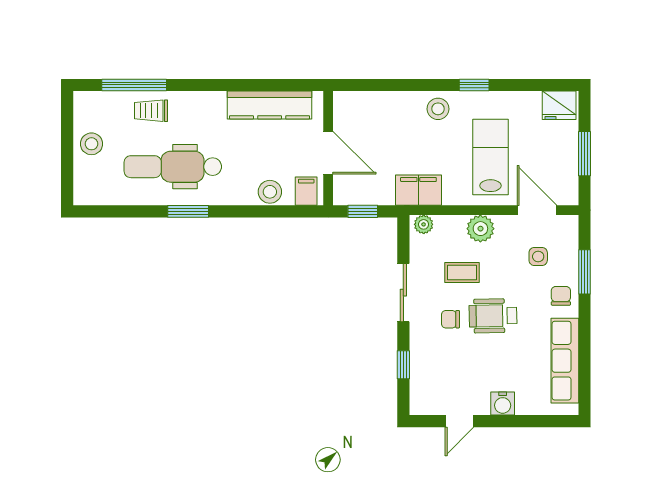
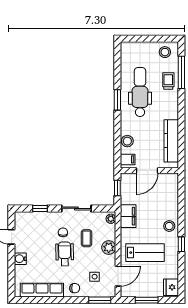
stool: (92, 144) -> (165, 52), moved
window: (585, 272) -> (100, 300), moved

